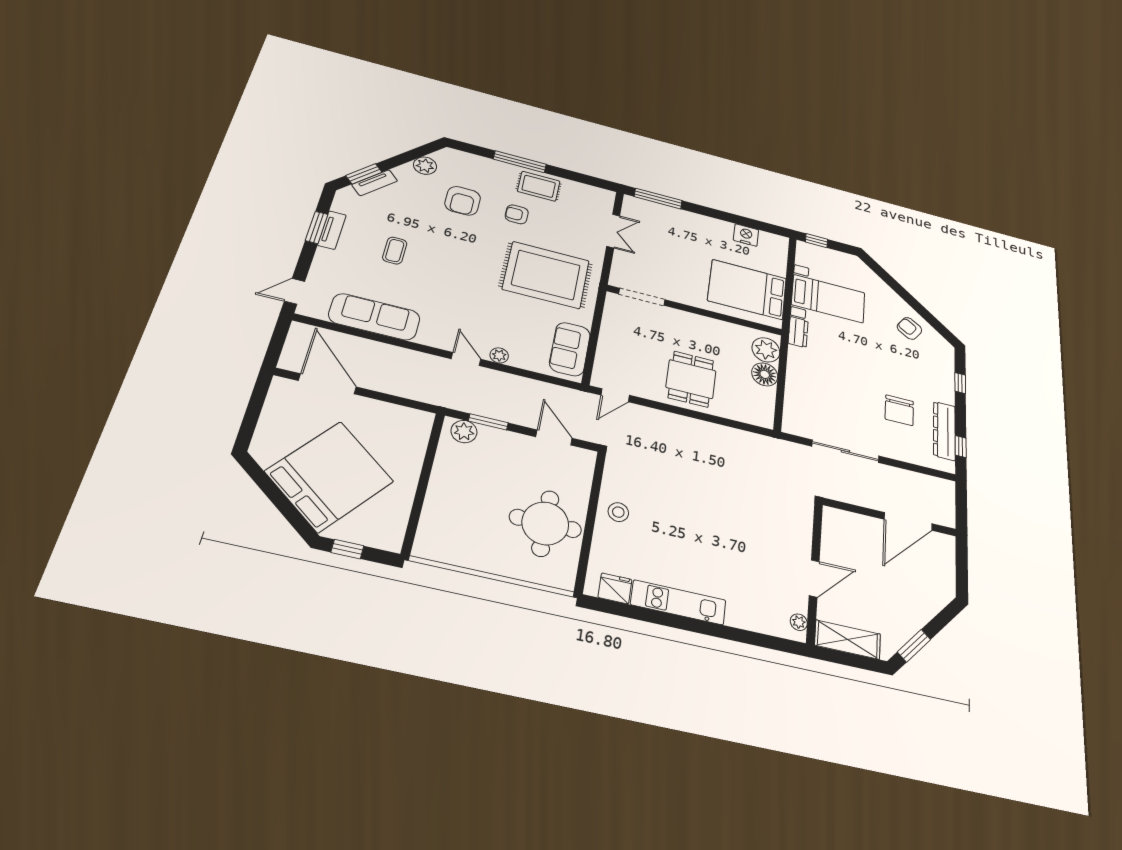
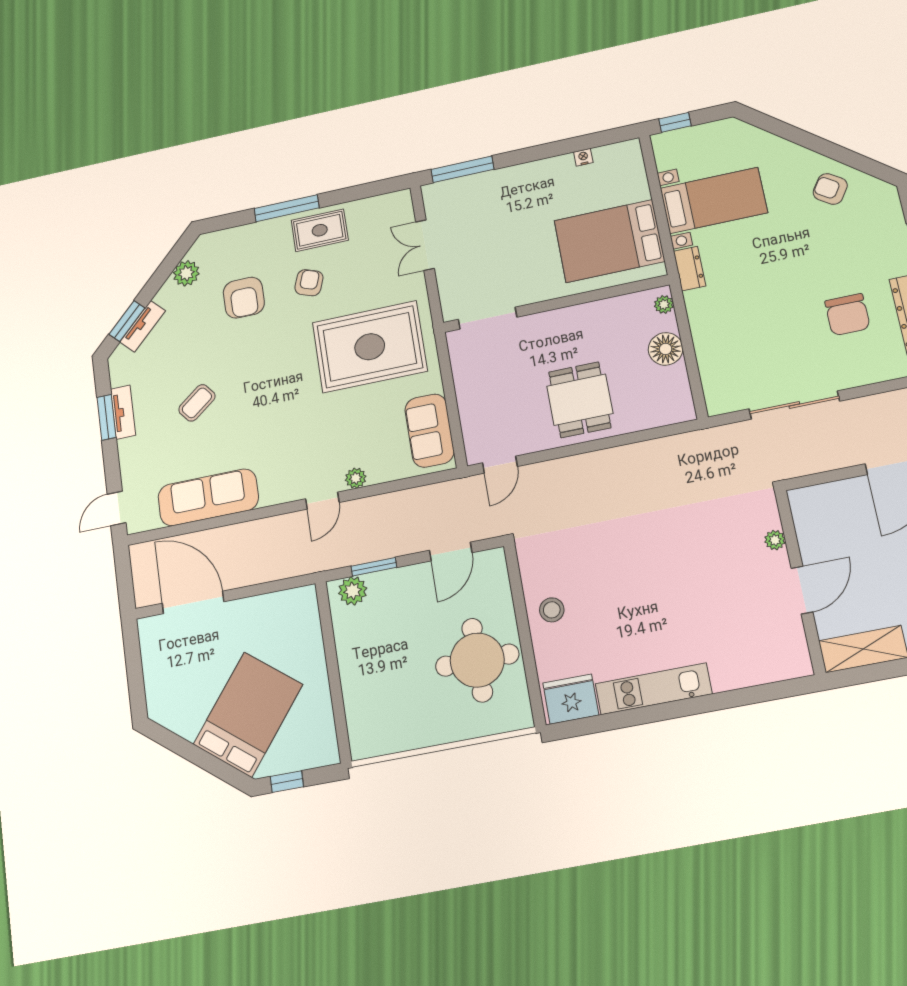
armchair: (517, 214) -> (309, 283), turned 110
double door: (613, 231) -> (425, 245), swing flipped
nightstand: (746, 235) -> (583, 157), width x0.53, depth x0.56
coffee table: (395, 251) -> (197, 403), turned 52
plant: (766, 350) -> (664, 304), width x0.53, depth x0.53
door: (466, 359) -> (322, 501), swing flipped
door: (554, 437) -> (451, 551), swing flipped
bed: (329, 476) -> (248, 714), width x0.73
fridge: (615, 588) -> (571, 699), width x1.36, depth x1.34
plant: (799, 622) -> (775, 540), moved

